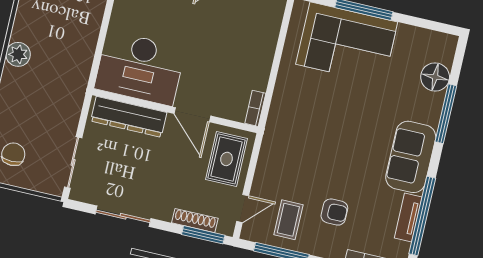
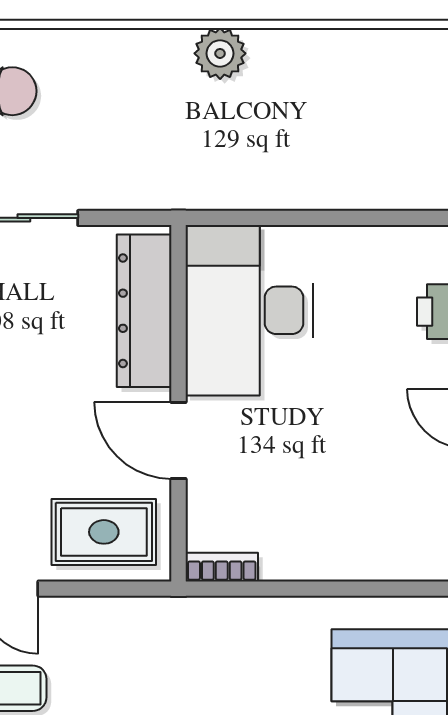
door: (192, 115) -> (179, 441), hinge flipped

